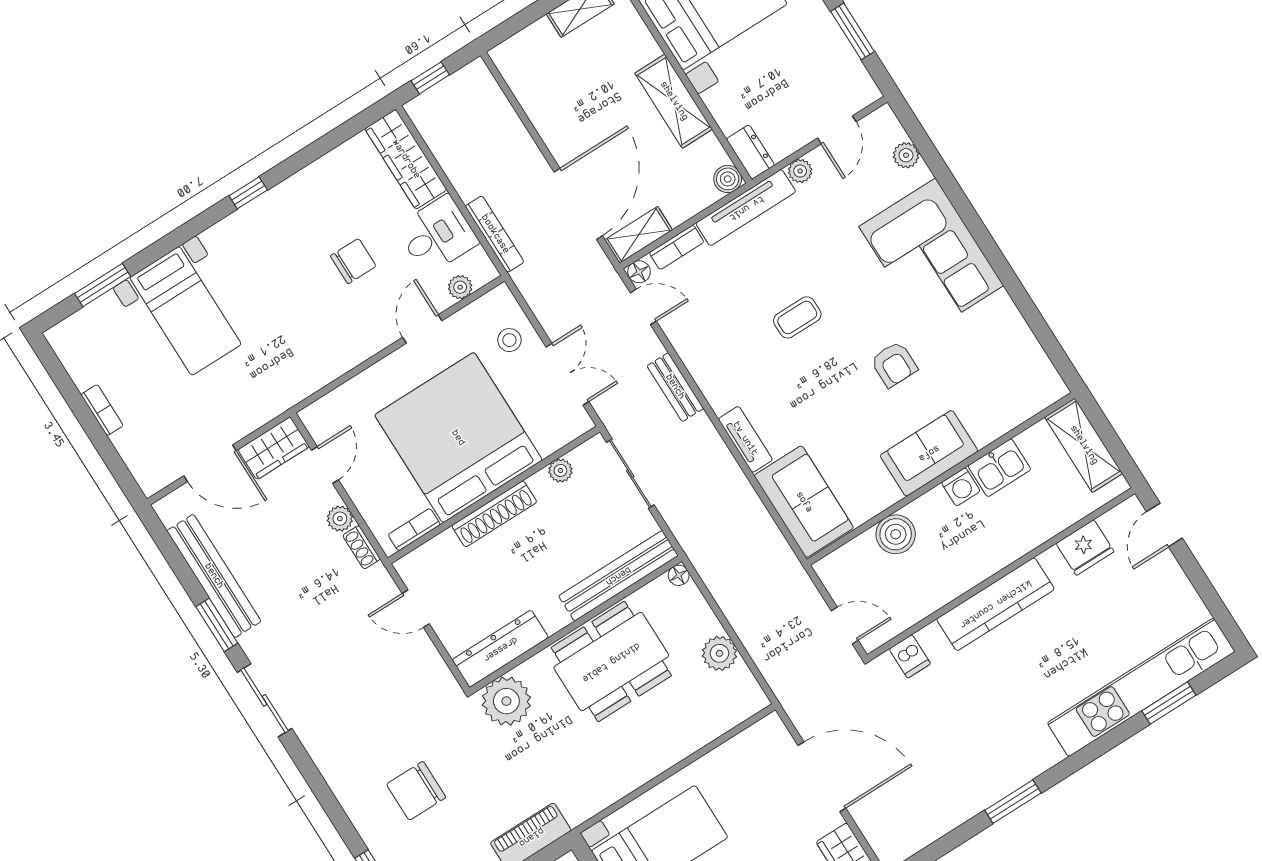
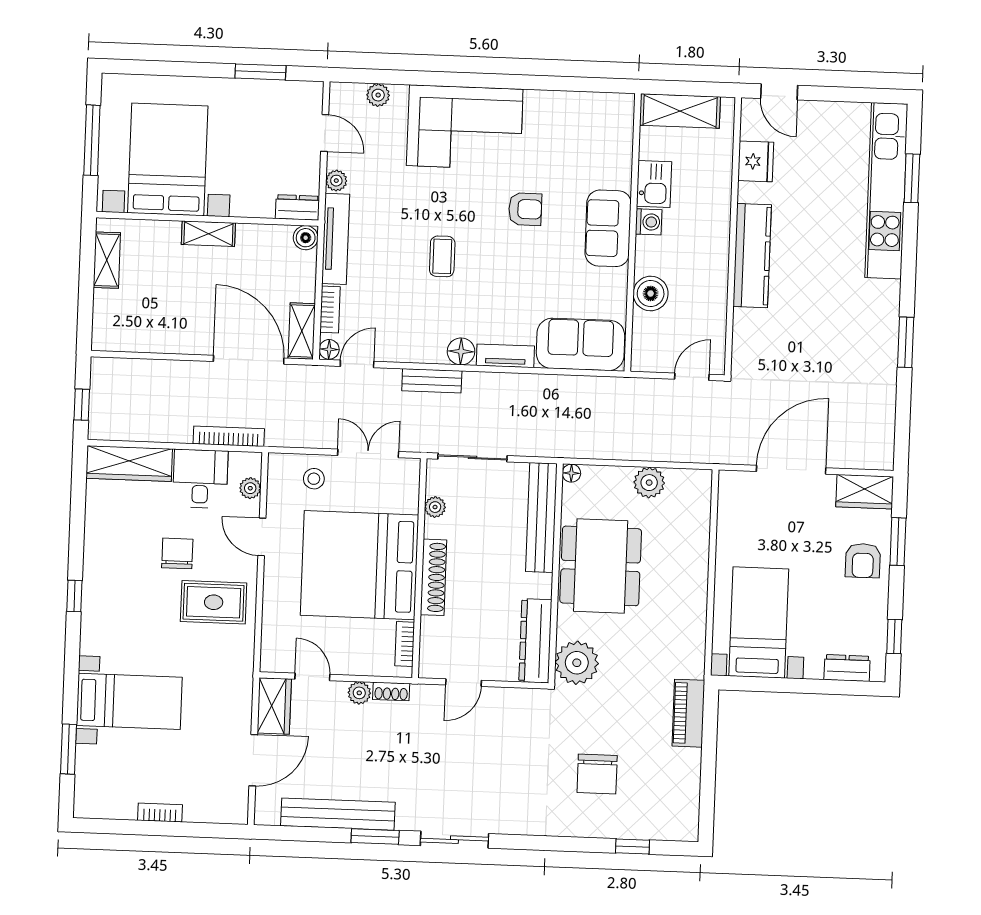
shelving: (674, 101) -> (208, 234), width x0.67, depth x0.75
rug: (331, 326) -> (214, 602), added
floor lamp: (721, 395) -> (461, 351), added
dishwasher: (910, 656) -> (747, 345), removed

